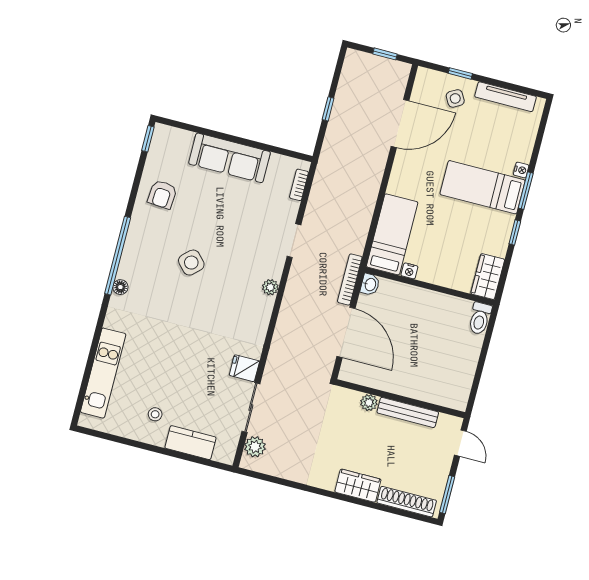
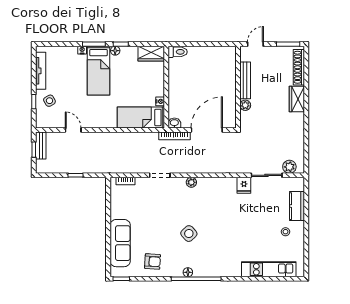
bench: (389, 67) -> (41, 145), added
door: (400, 124) -> (73, 130), width x0.53
sofa: (230, 158) -> (120, 243), moved
floor lamp: (507, 221) -> (115, 51), added
floor lamp: (120, 287) -> (188, 272), moved

